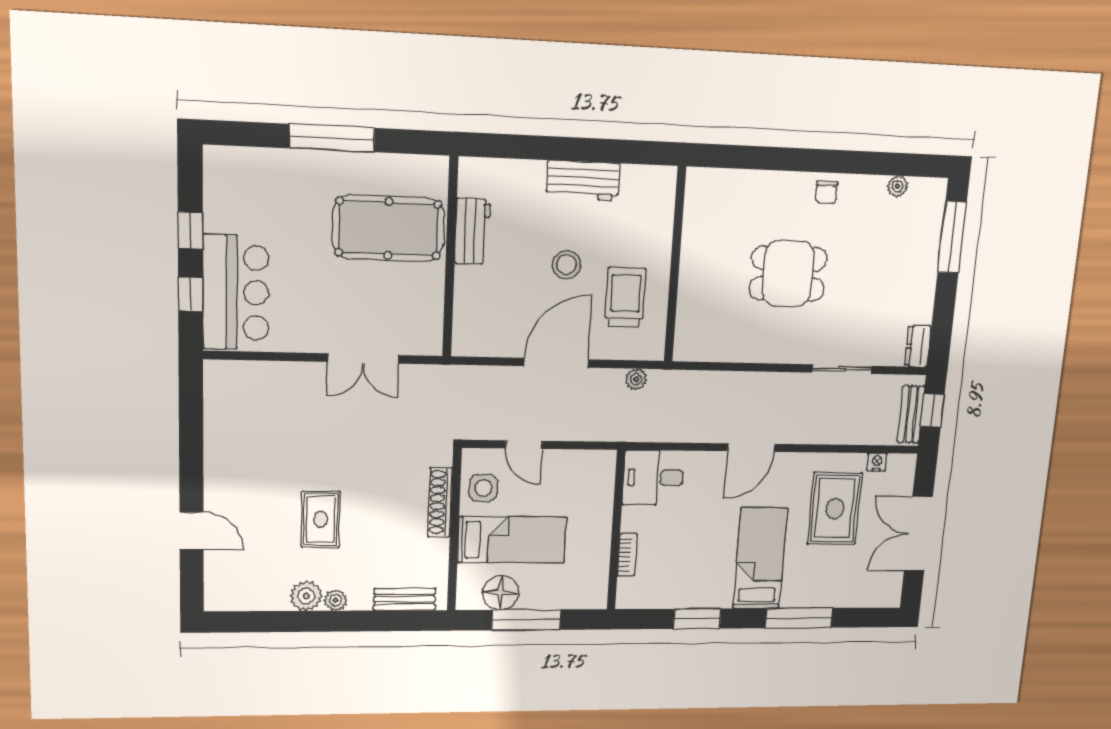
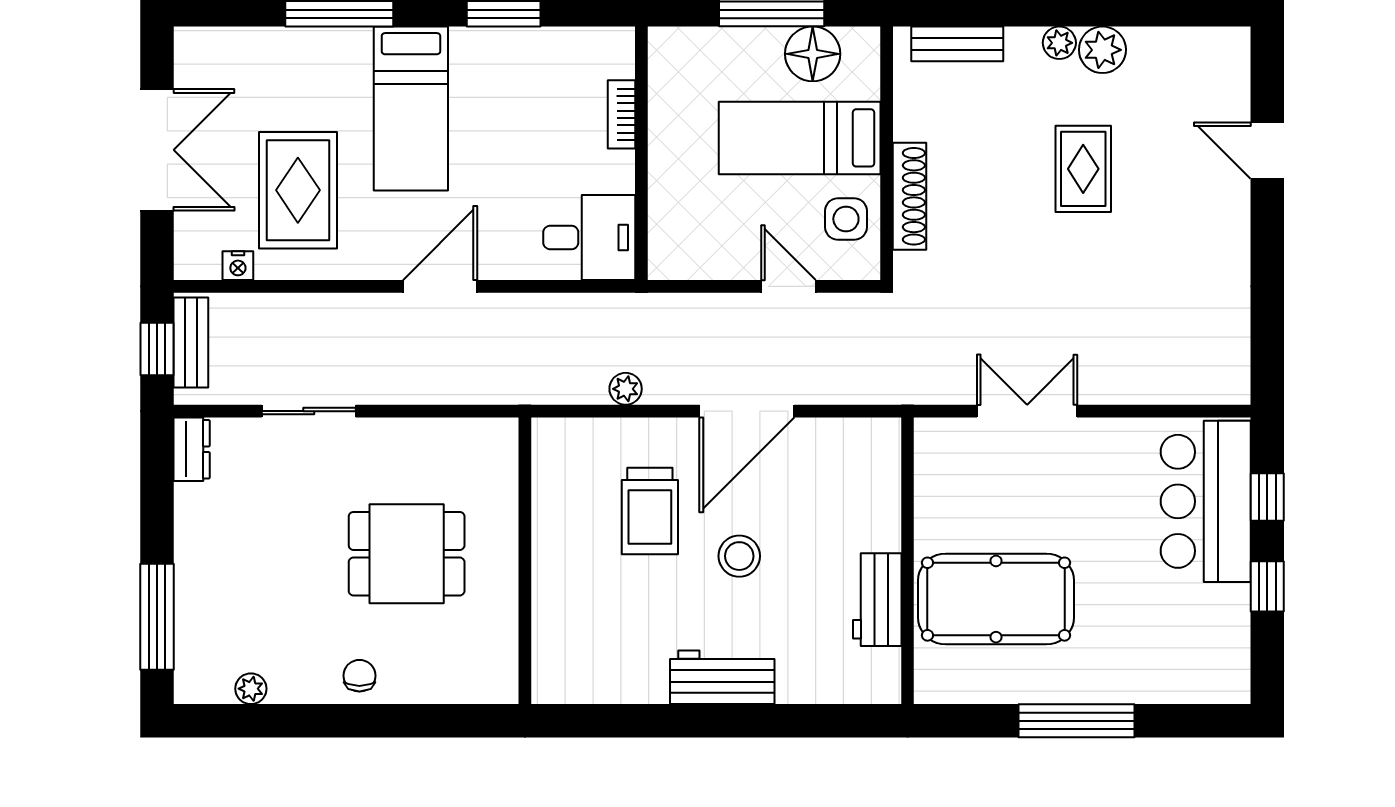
wall: (675, 265) -> (525, 561), moved

